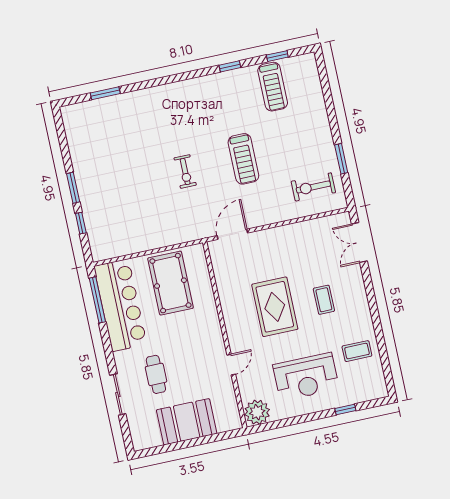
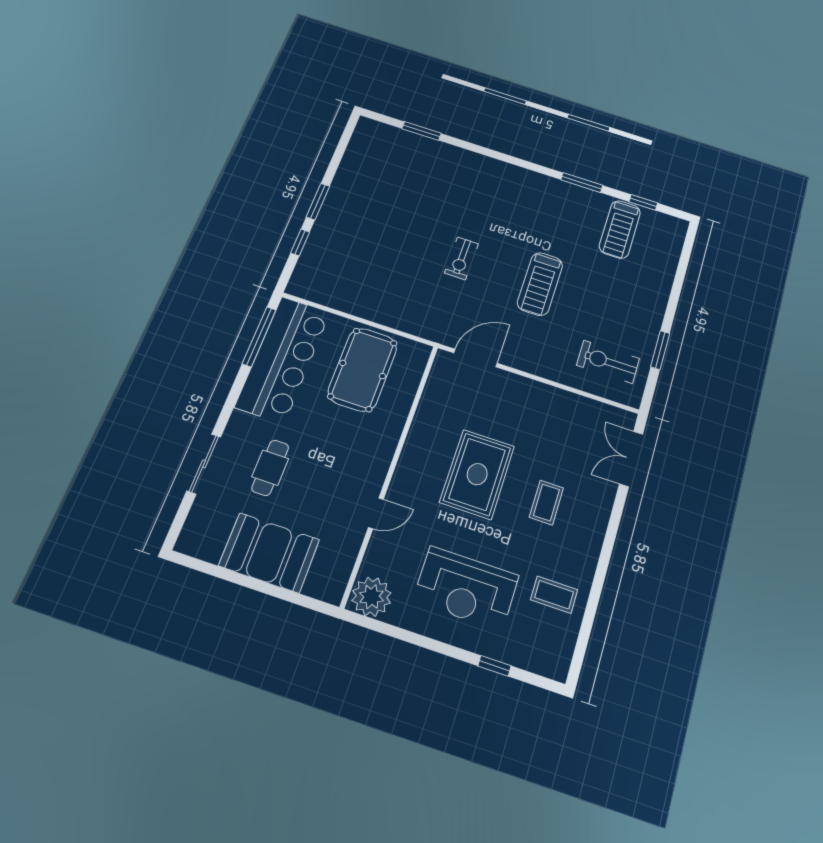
window: (230, 66) -> (582, 183), width x1.50

